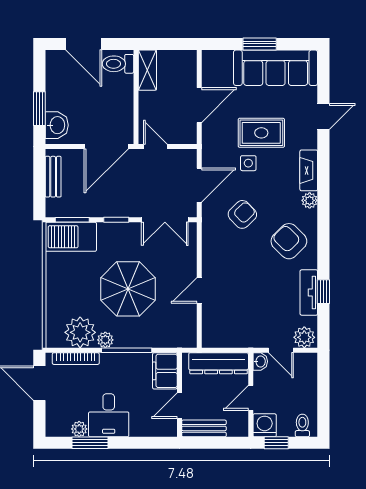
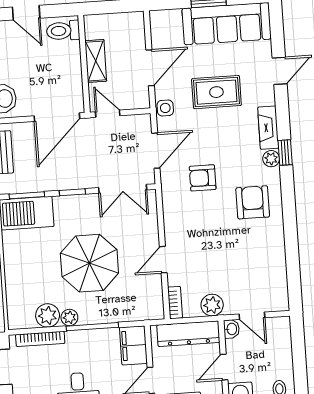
door: (84, 44) -> (26, 13), width x0.73
shelving: (147, 70) -> (96, 61), moved
side table: (248, 163) -> (165, 108), moved
armchair: (242, 214) -> (203, 178), turned -136
armchair: (289, 241) -> (253, 202), turned 45
window: (323, 292) -> (285, 153), moved
tv unit: (309, 293) -> (277, 254), removed
plant: (80, 332) -> (48, 315), width x0.73, depth x0.73
bookcase: (208, 332) -> (175, 303), added
plant: (304, 337) -> (212, 305), moved

